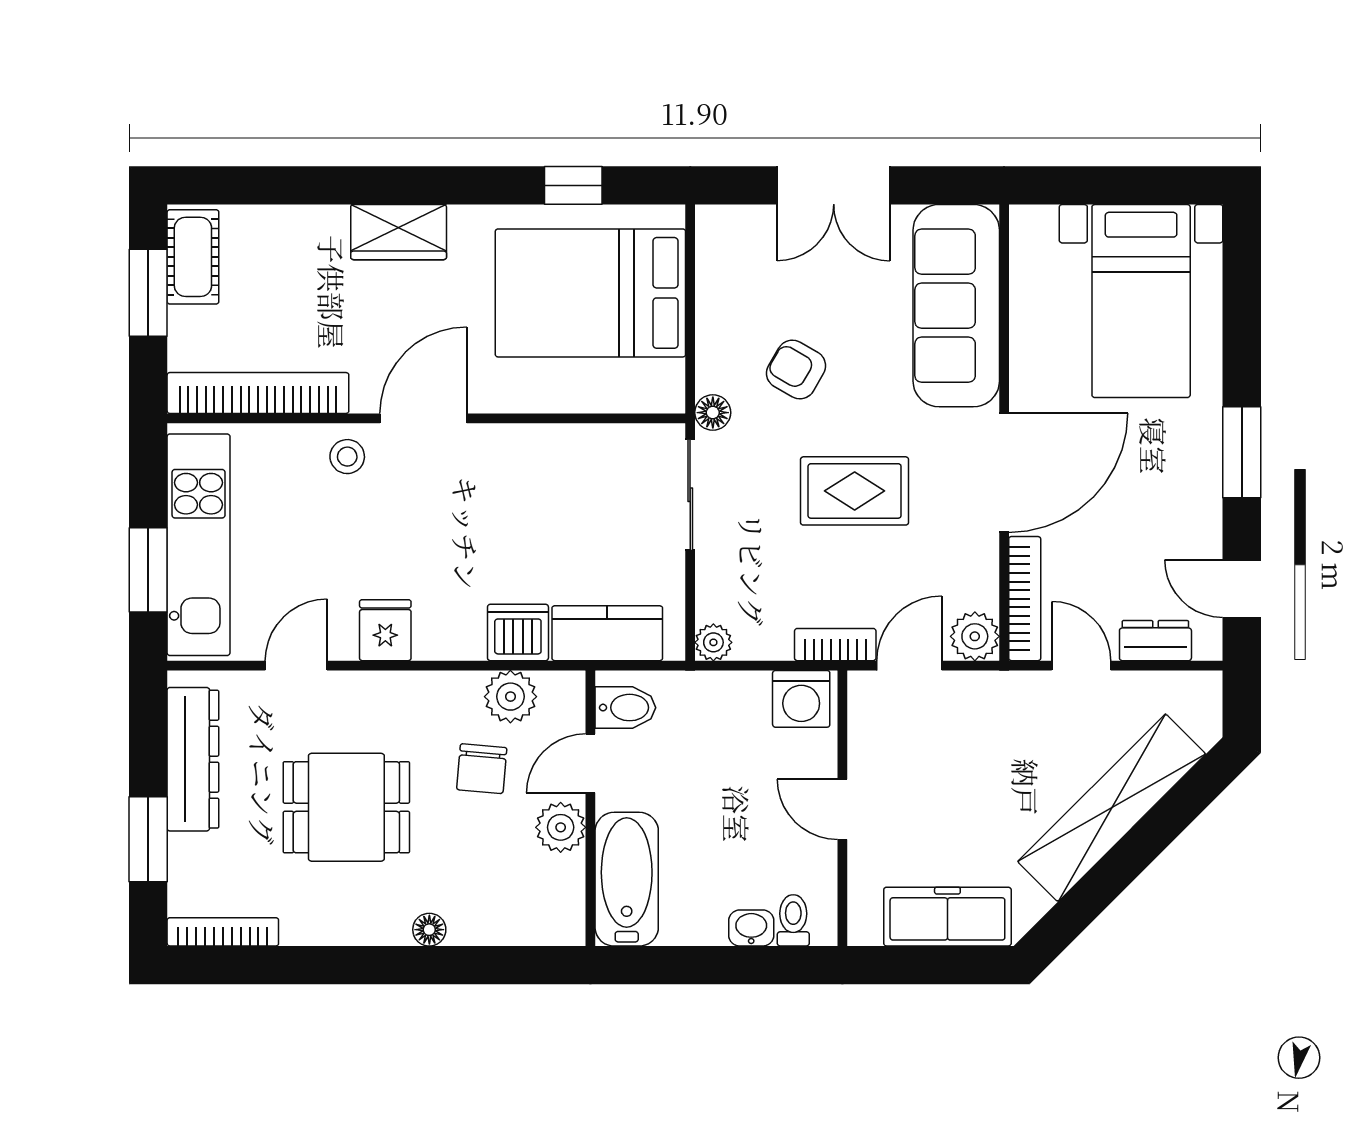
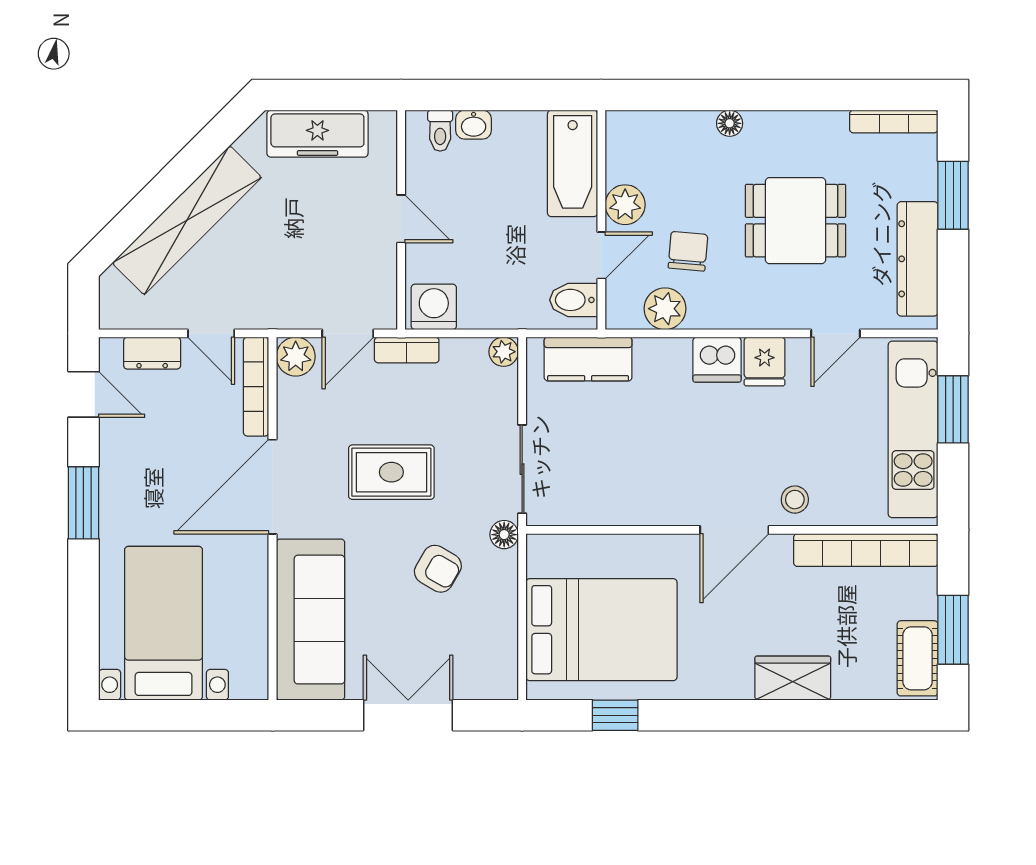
wardrobe: (399, 232) -> (793, 678), moved
dishwasher: (518, 632) -> (717, 360), moved

